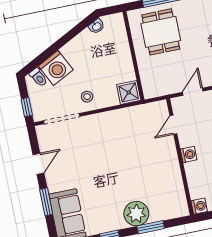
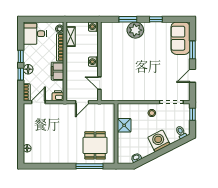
washing machine: (56, 68) -> (159, 141), moved
shower: (129, 92) -> (124, 125), moved
door: (173, 125) -> (99, 83), swing flipped

